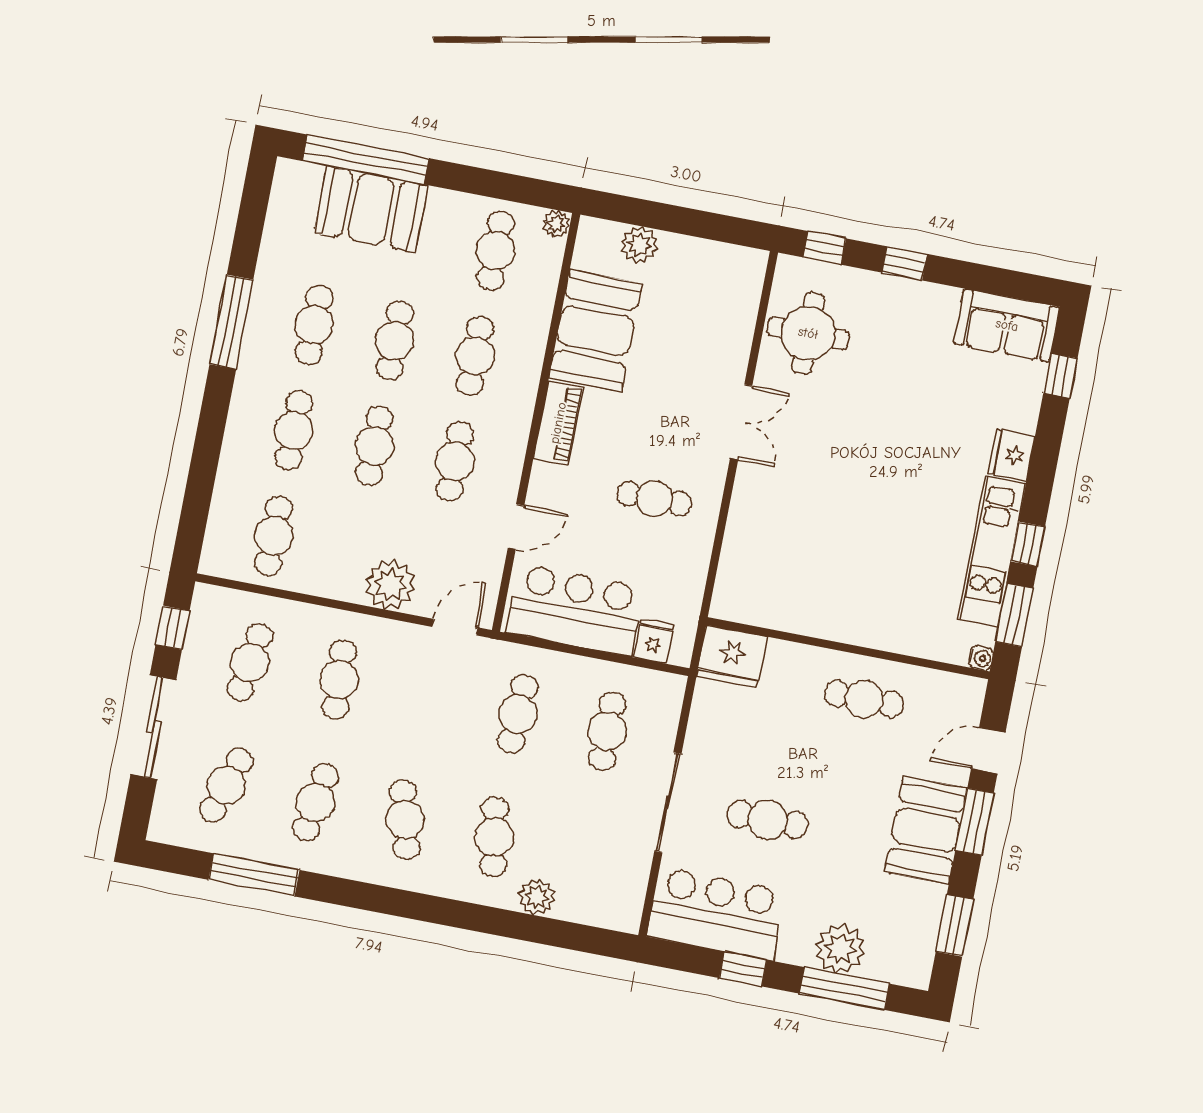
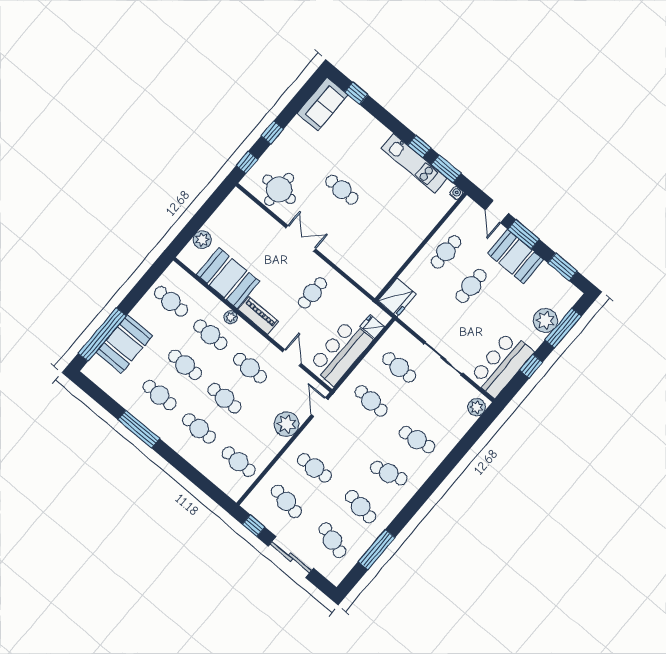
plant: (556, 224) -> (231, 317), moved
cafe table: (871, 447) -> (342, 190), added
fridge: (1011, 455) -> (378, 132), removed
cafe table: (767, 820) -> (471, 286), moved
plant: (537, 897) -> (477, 407), moved

